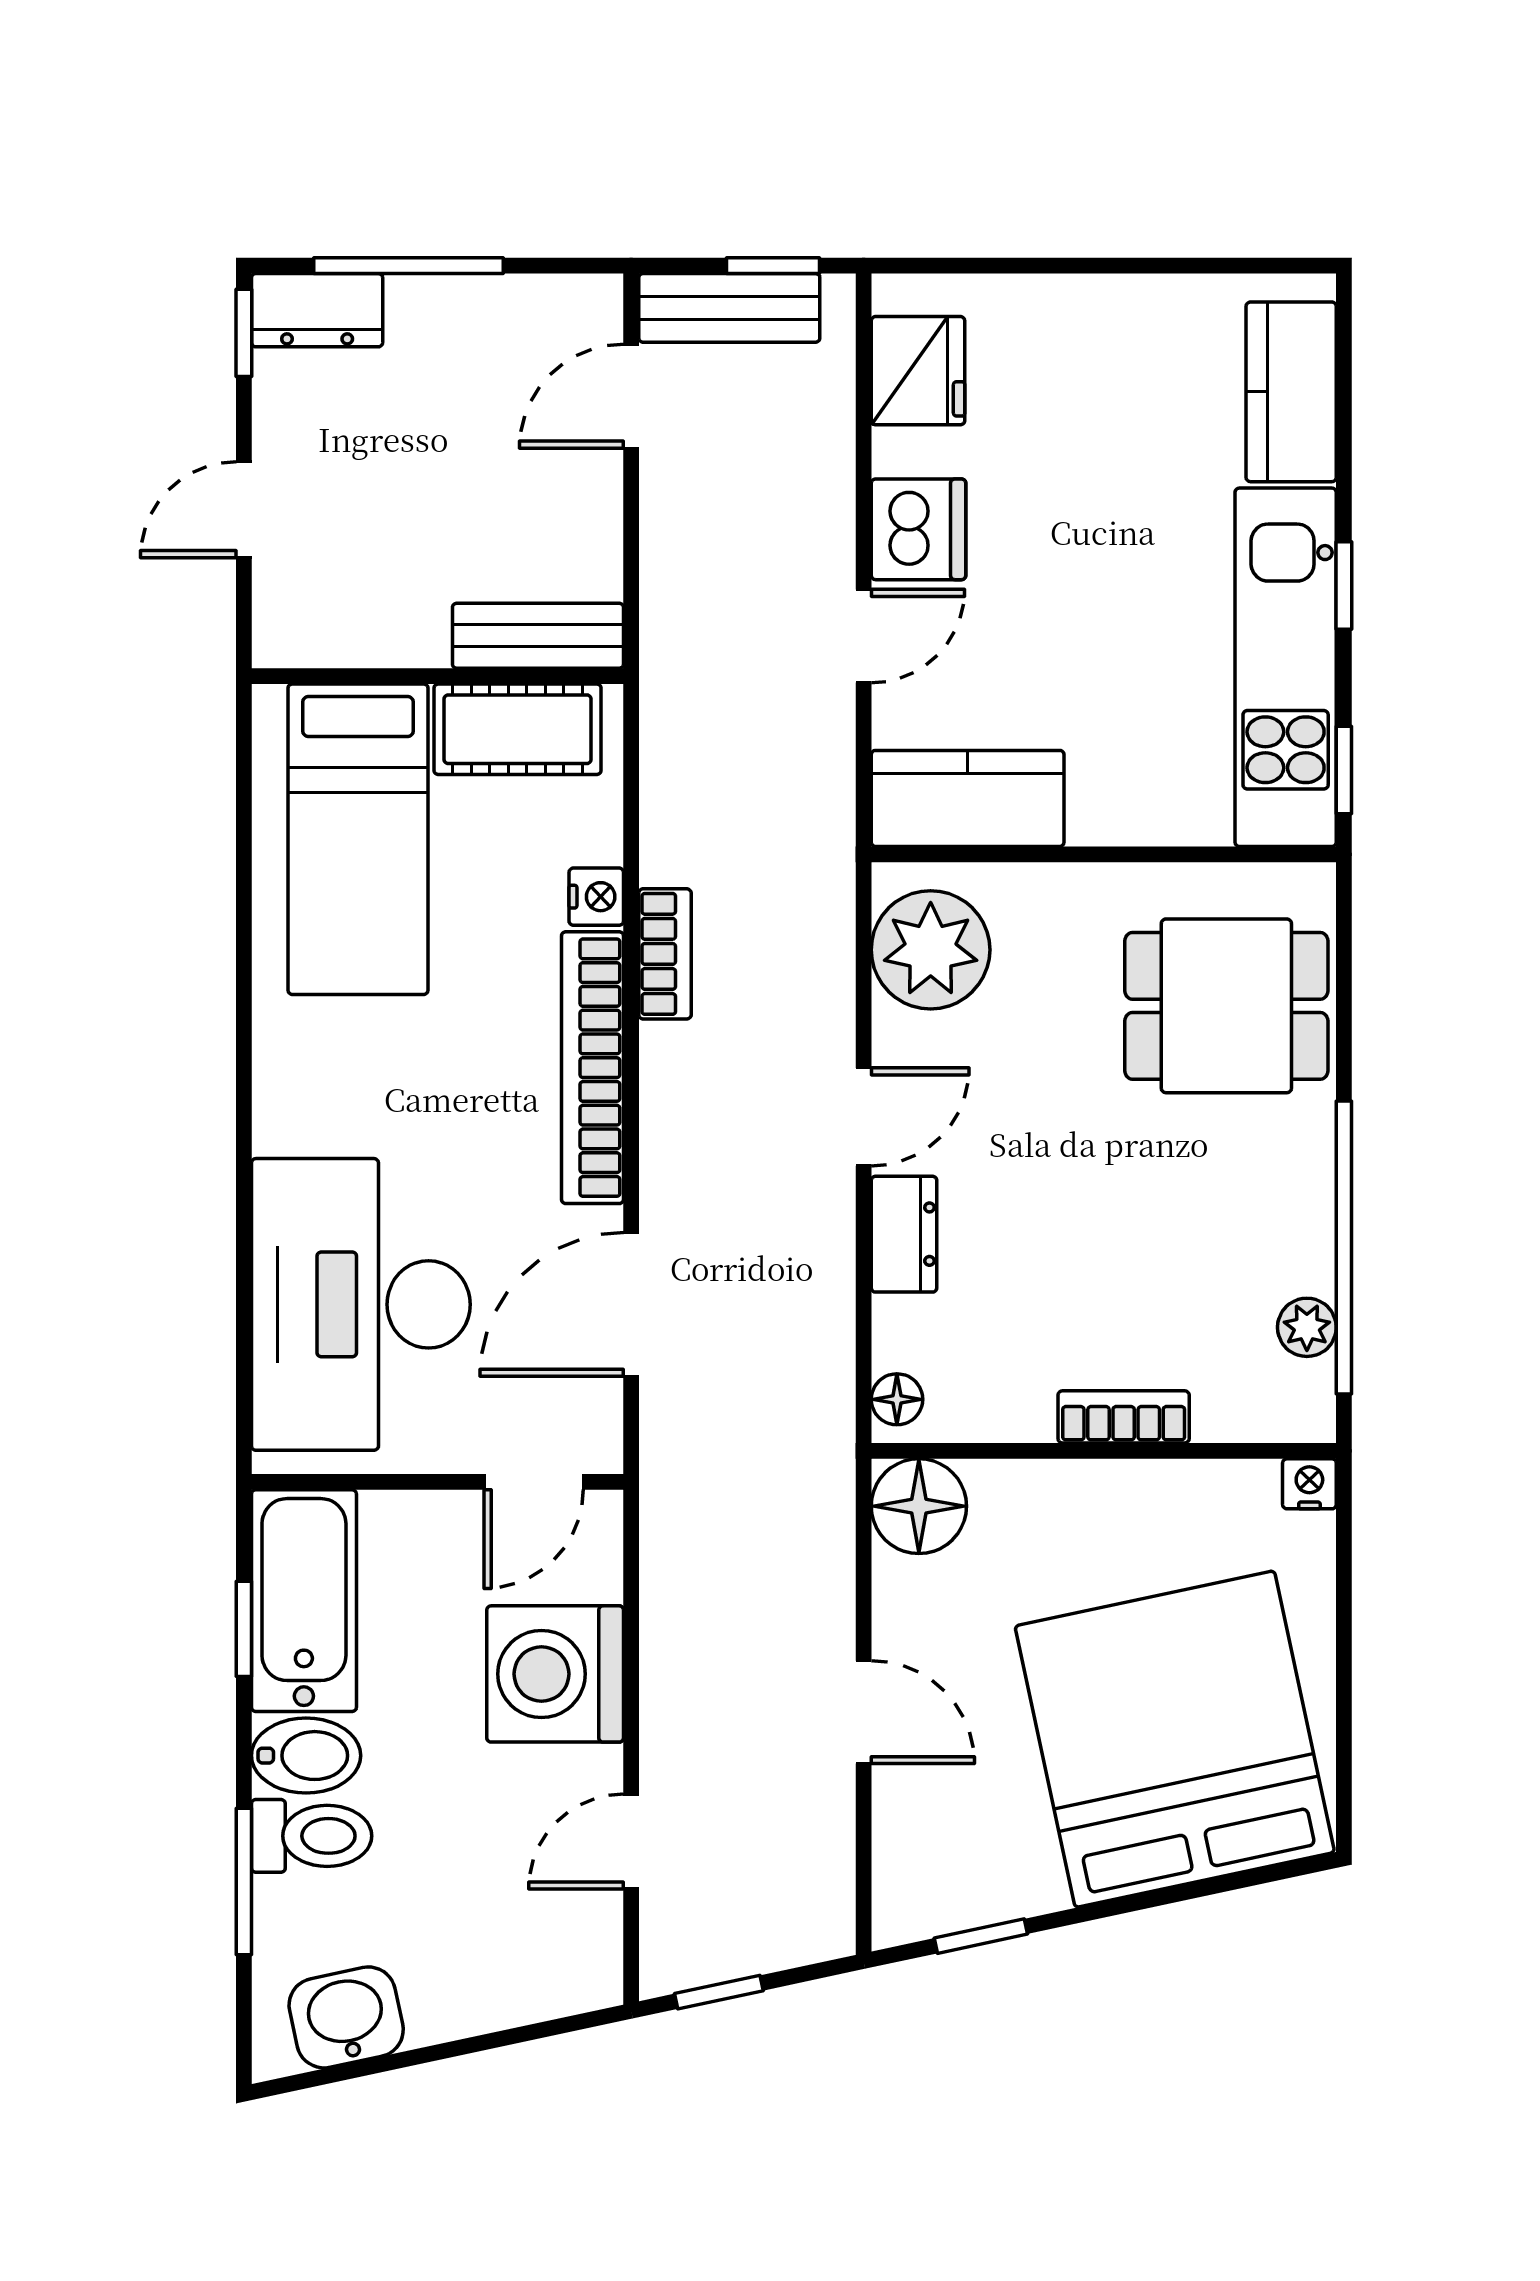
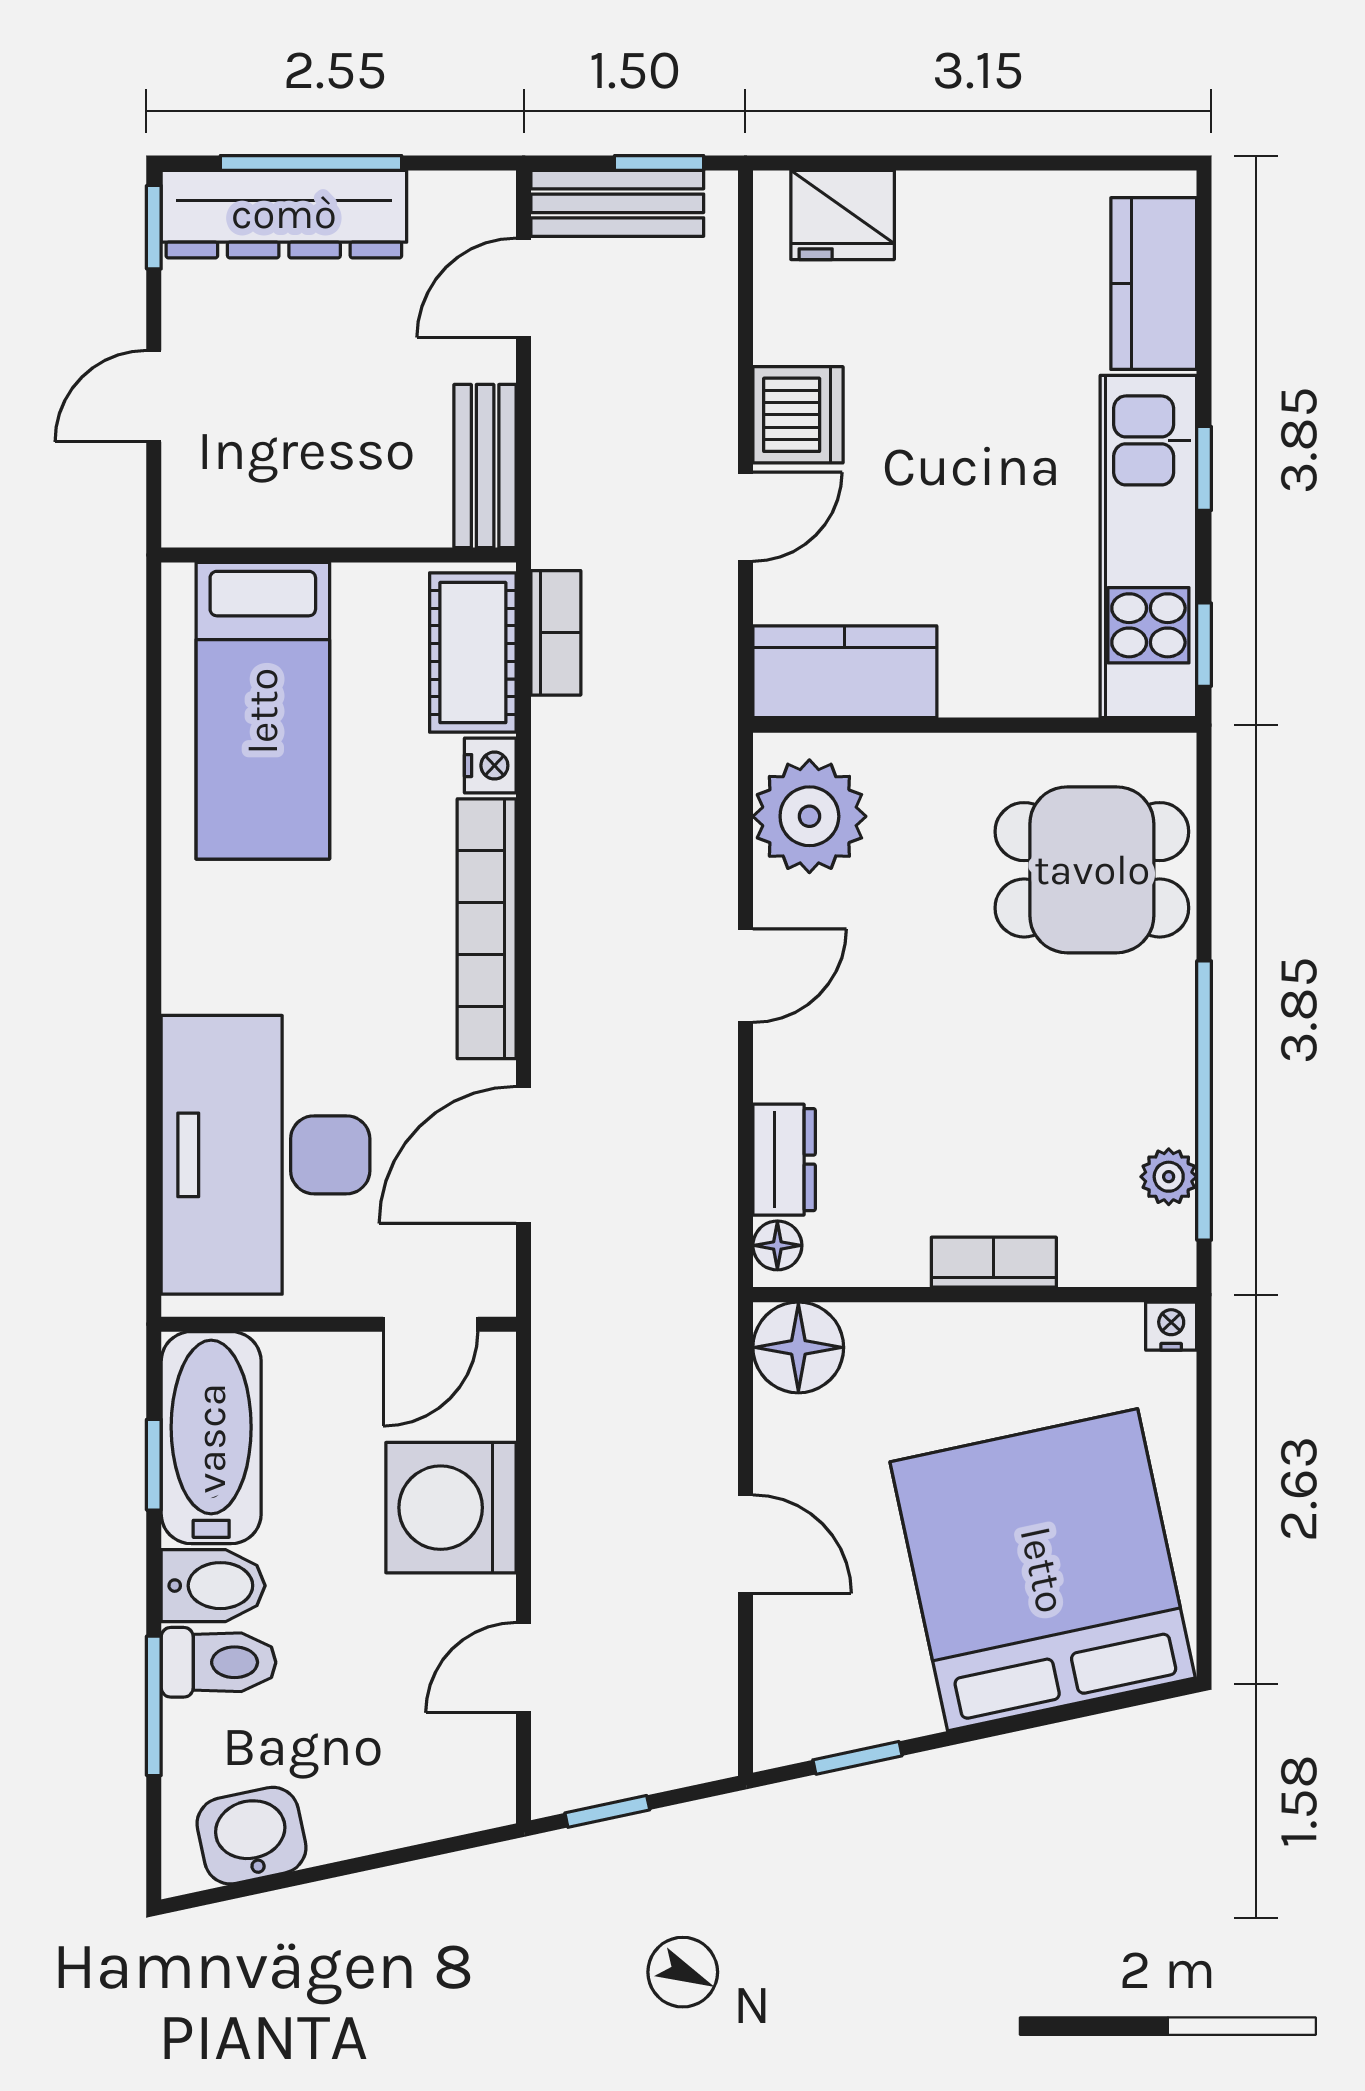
dresser: (317, 310) -> (284, 214), width x1.96, depth x1.24
fridge: (918, 371) -> (843, 215), moved, turned 90
bench: (538, 636) -> (485, 466), moved, turned 90
cot: (518, 729) -> (473, 653), moved, turned 90
bookcase: (665, 954) -> (556, 633), moved
dresser: (904, 1234) -> (784, 1160), moved

